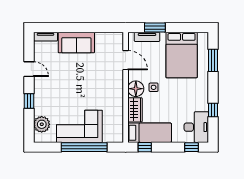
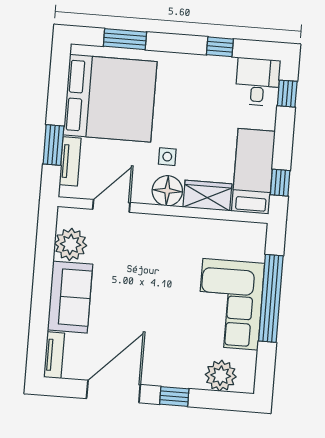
plant: (104, 41) -> (71, 244), added
bed: (182, 55) -> (110, 98), width x1.36
door: (29, 69) -> (113, 392), width x1.87
desk: (196, 127) -> (258, 82), width x0.73

